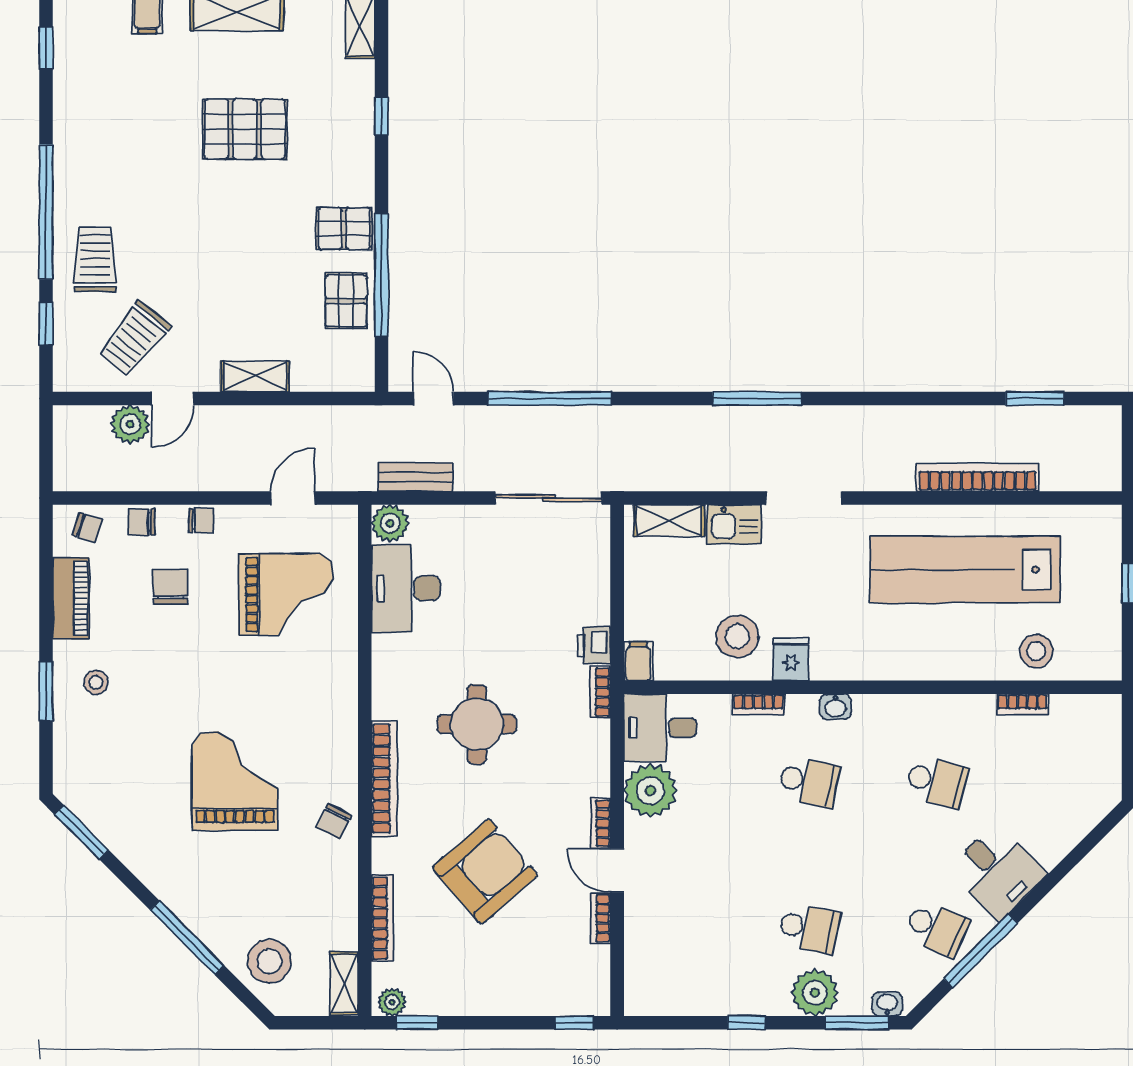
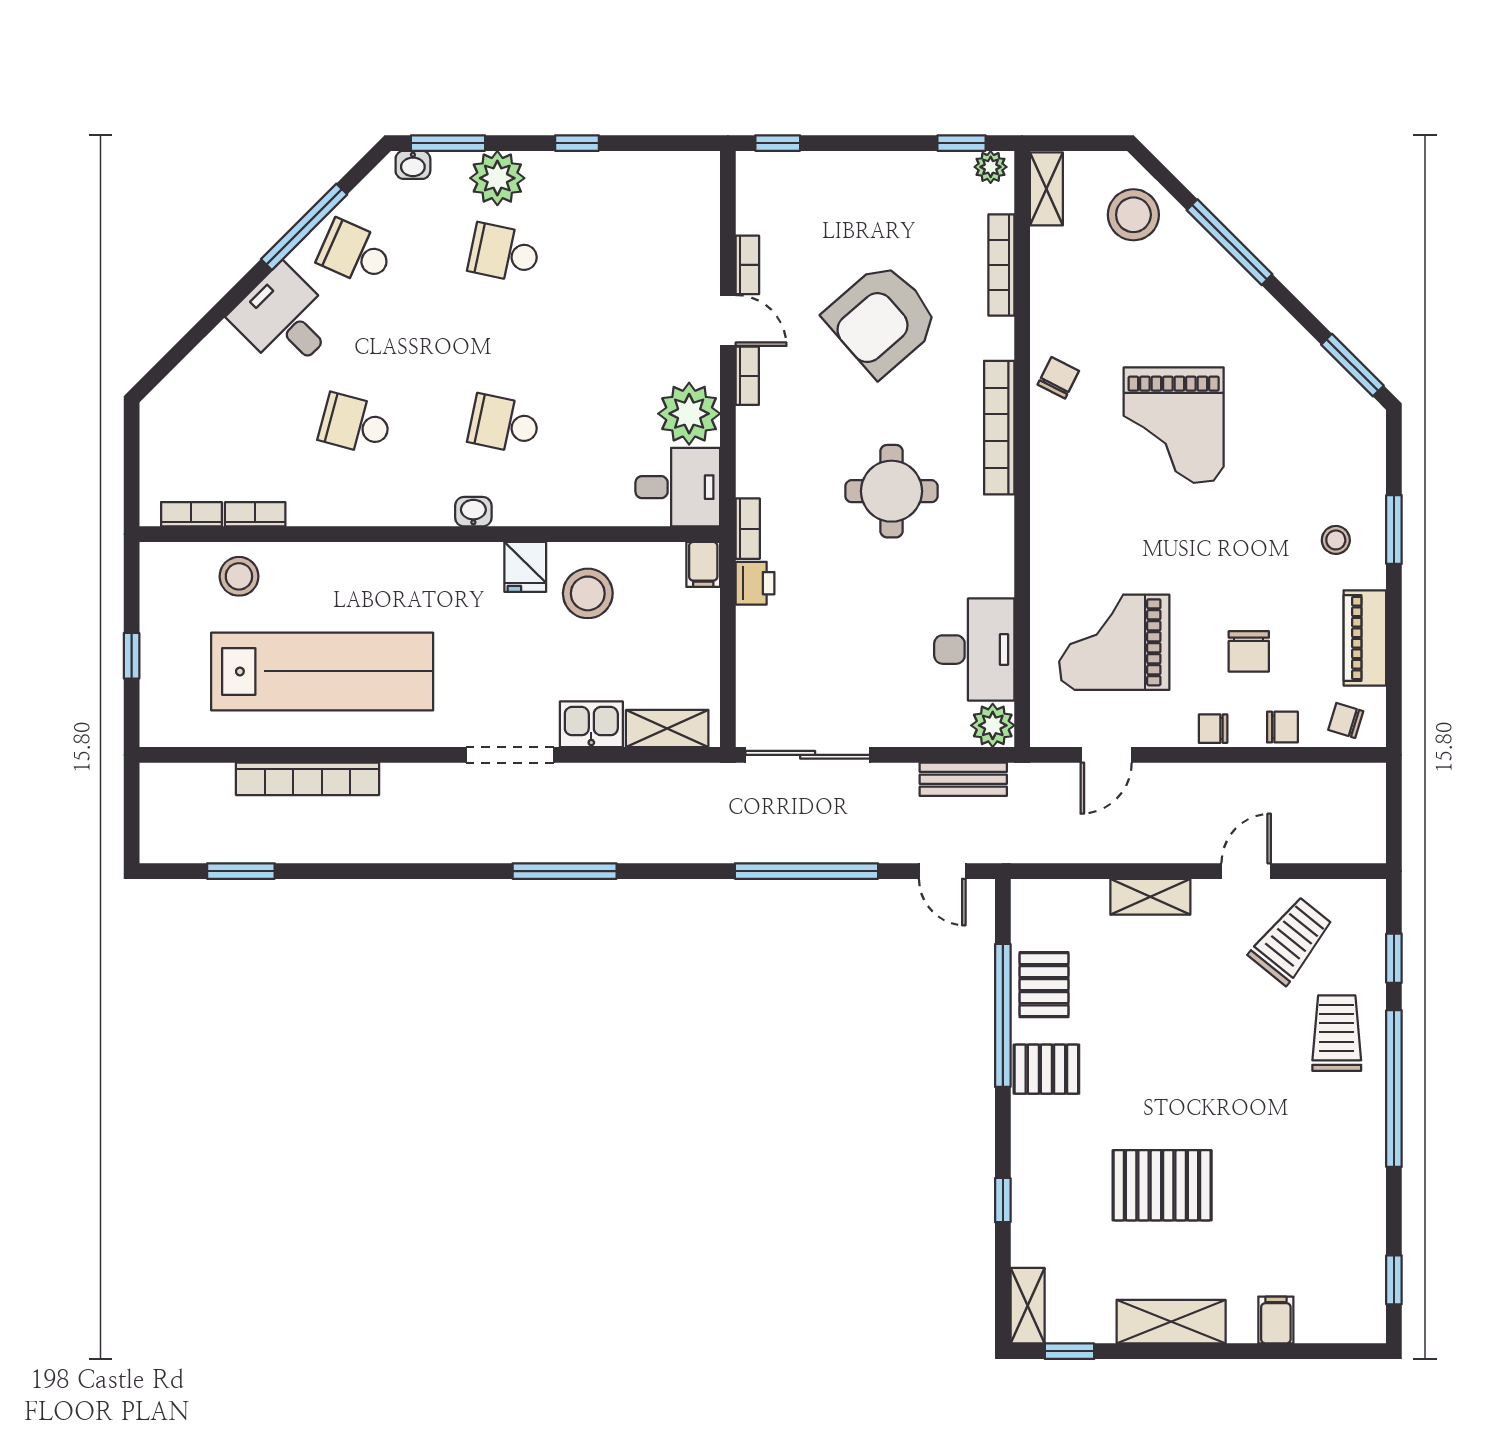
trolley: (95, 259) -> (1337, 1033), turned 180
plant: (130, 424) -> (1296, 841), removed
bookcase: (758, 704) -> (191, 514), moved

